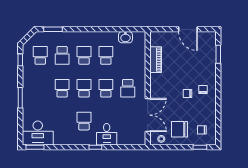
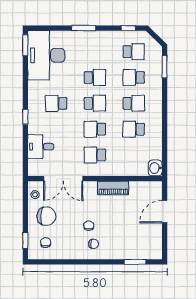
door: (188, 29) -> (165, 212), moved
washbasin: (125, 37) -> (155, 168), moved
school desk: (106, 55) -> (134, 129), turned 180
piano: (156, 60) -> (113, 188), moved
school desk: (106, 88) -> (95, 129), turned 180
school desk: (84, 121) -> (56, 103), turned 180
chair: (179, 129) -> (46, 216), turned 94
desk: (38, 133) -> (46, 55), width x1.36, depth x1.30
desk: (107, 134) -> (41, 147), moved

